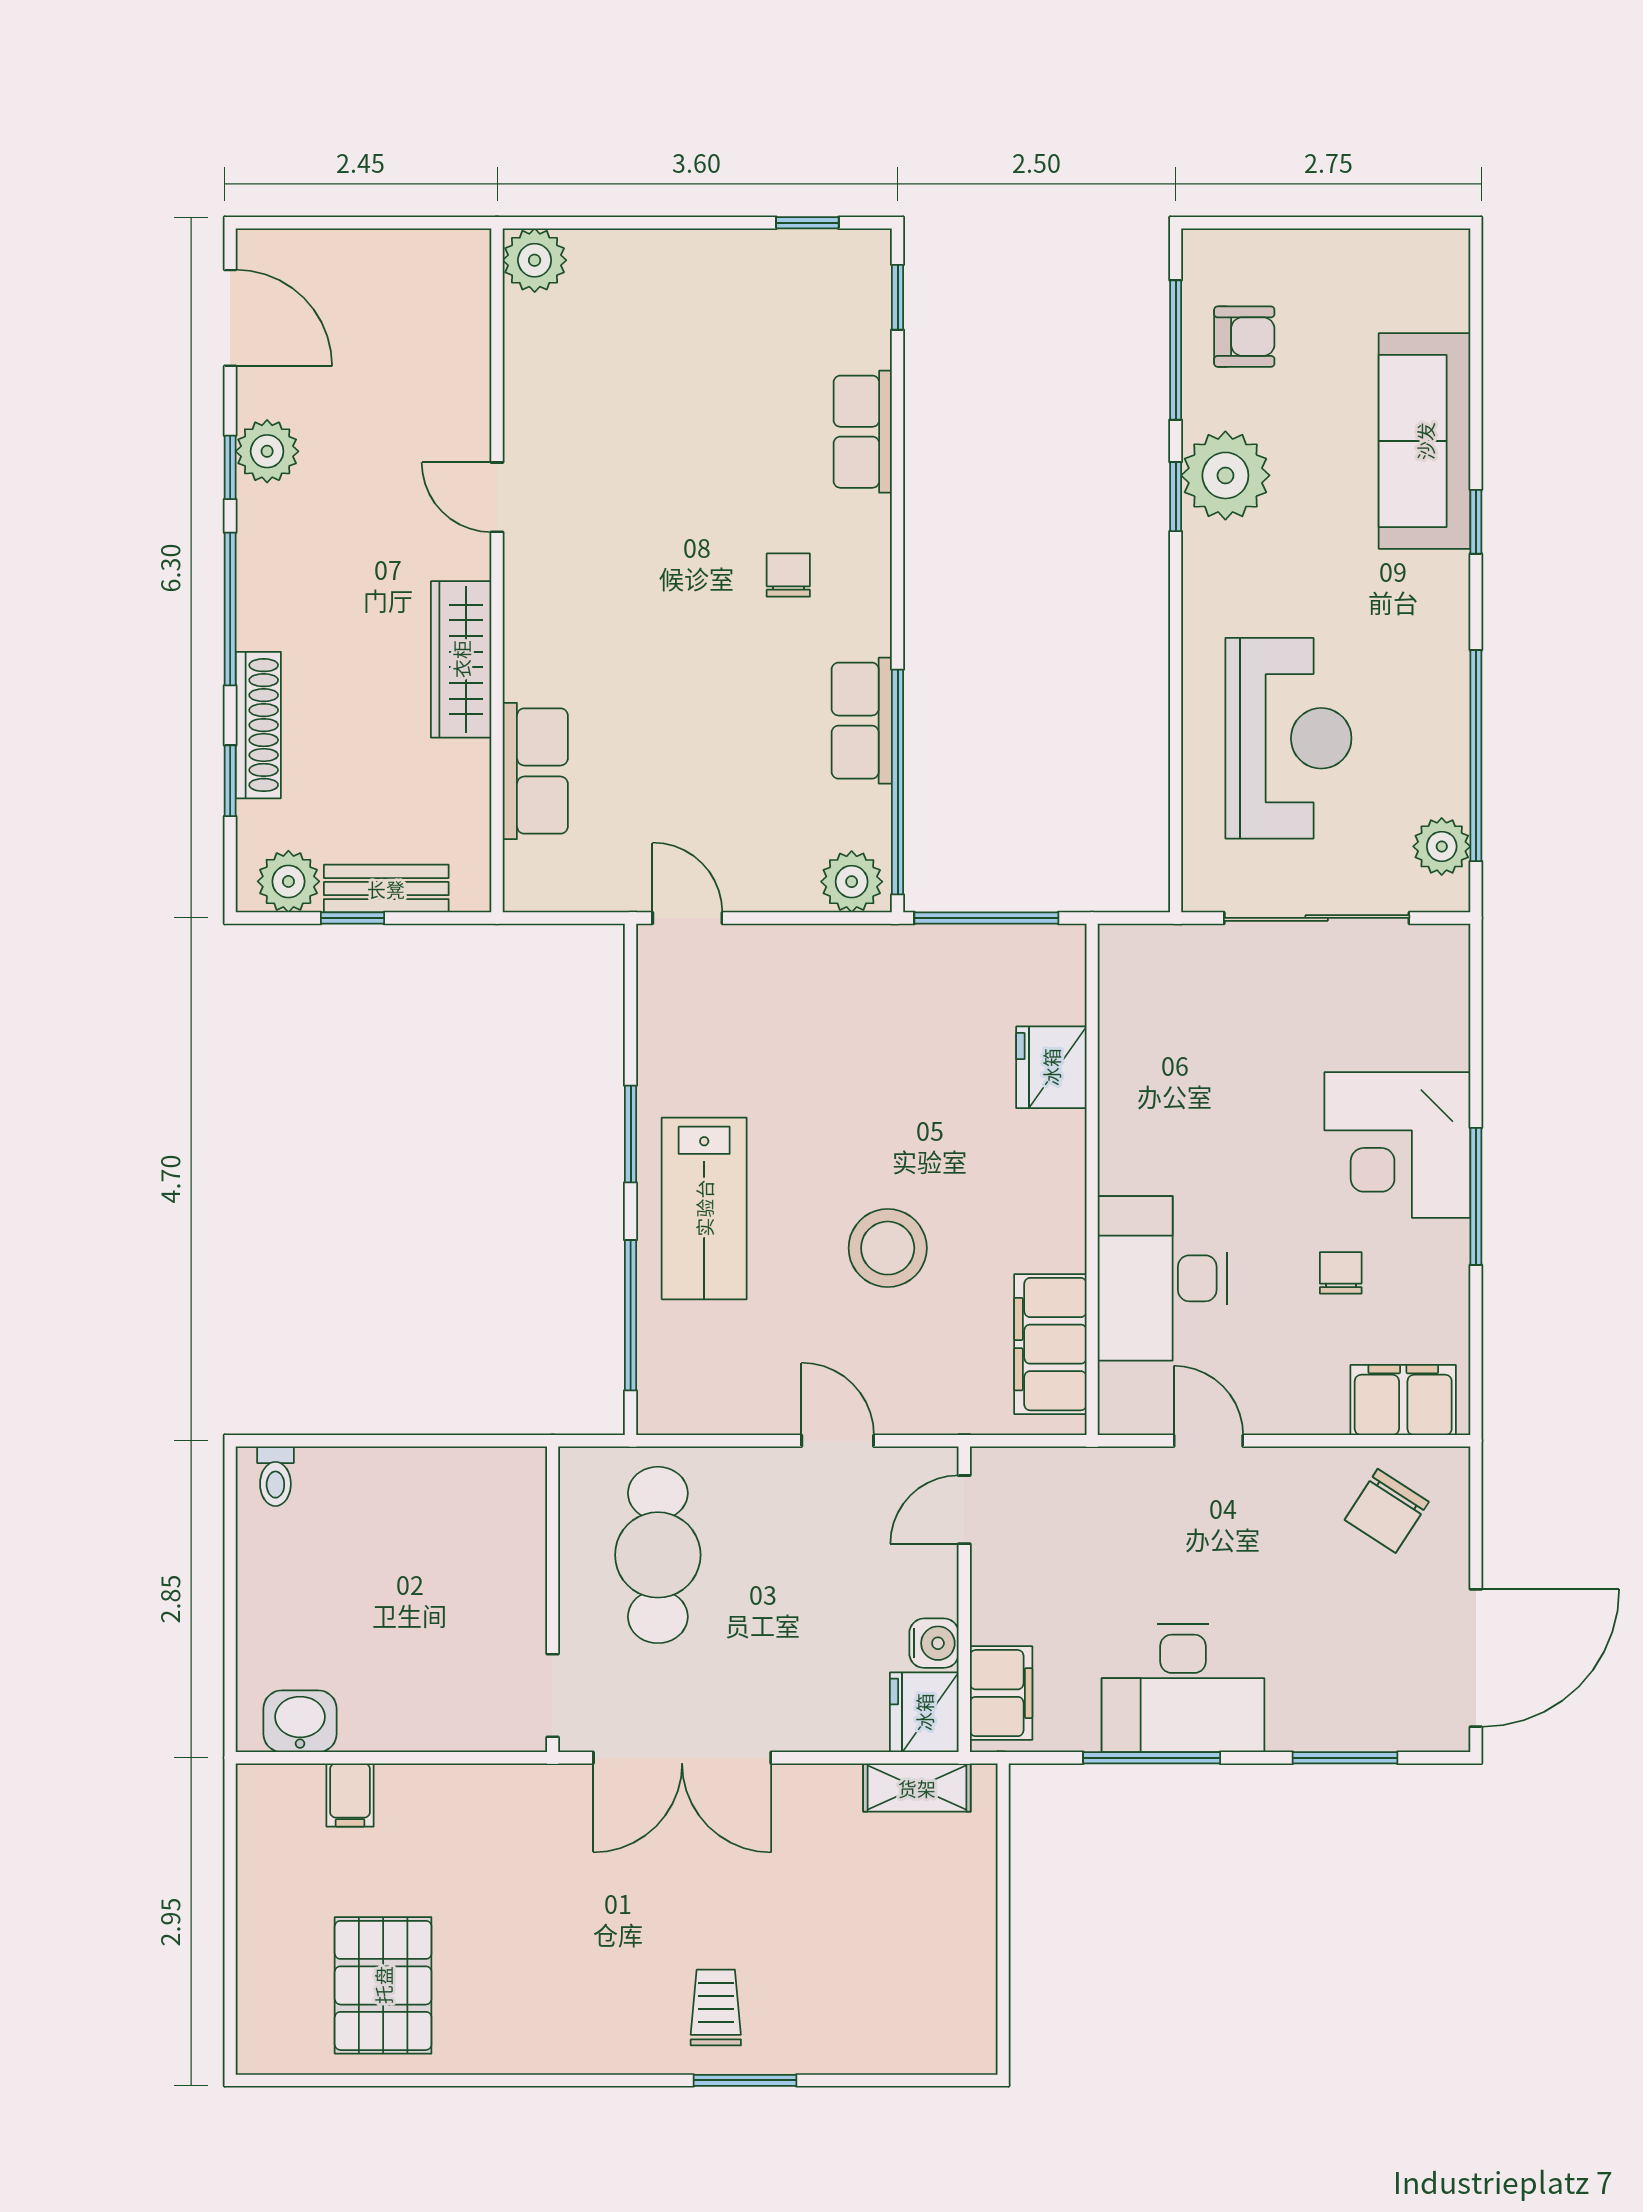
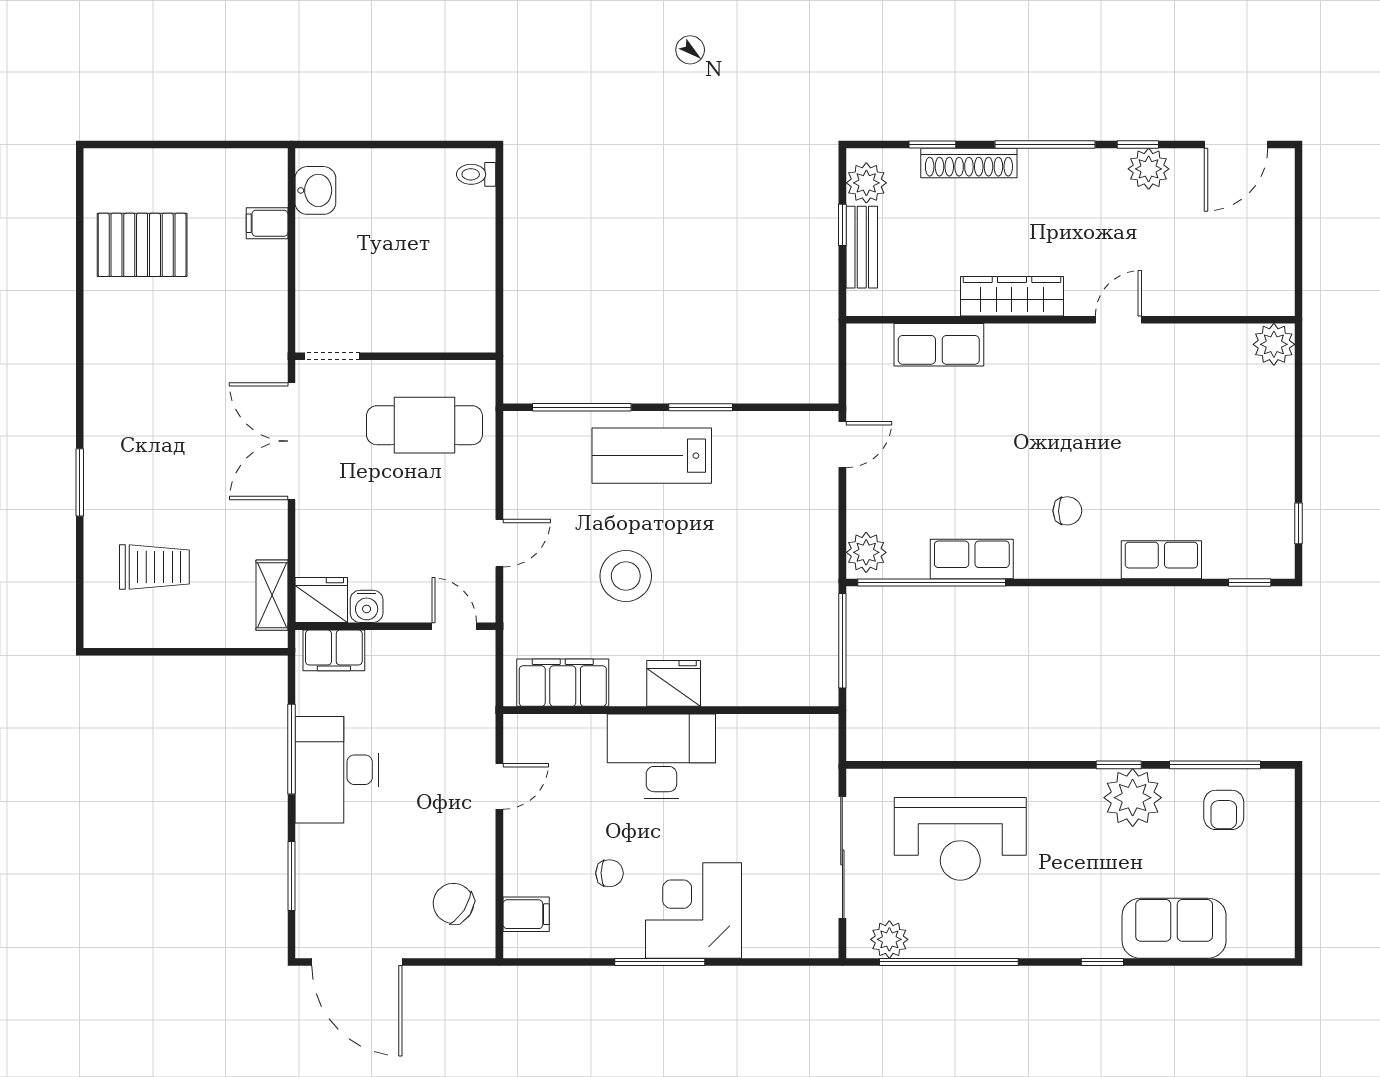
sofa: (1425, 441) -> (1174, 928), width x0.73
fridge: (1051, 1067) -> (674, 683), moved
desk: (1162, 1278) -> (661, 756), moved
filing cabinet: (1403, 1400) -> (526, 914), width x0.50
trolley: (716, 2007) -> (154, 567), moved, width x1.36, depth x1.39

